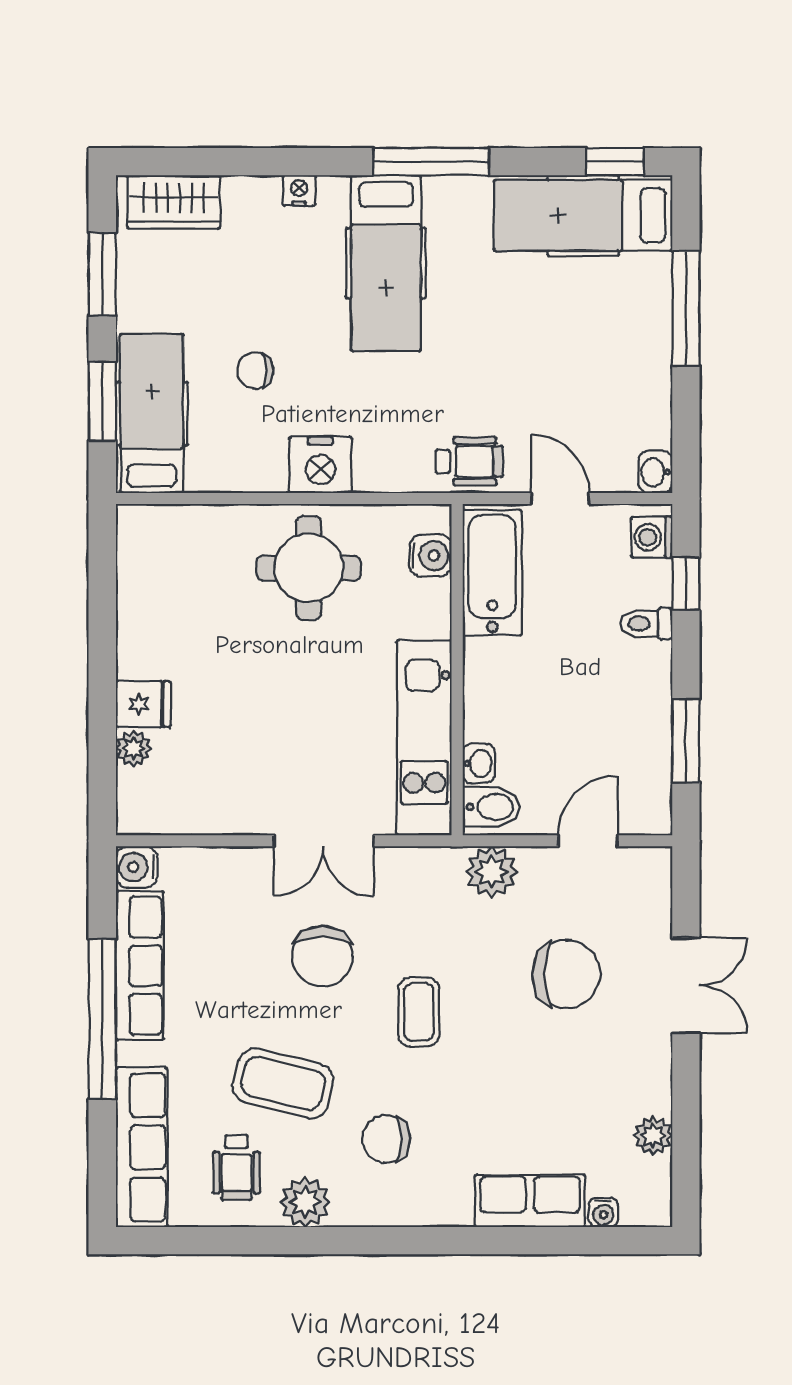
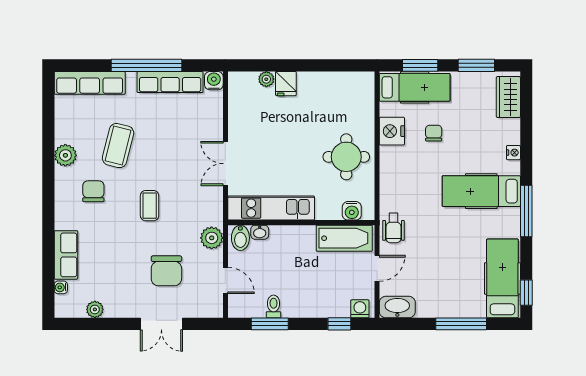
nightstand: (320, 465) -> (392, 131), moved
washbasin: (655, 472) -> (397, 307), width x1.91, depth x1.45
toilet: (646, 623) -> (274, 306), moved
chair: (322, 956) -> (174, 163), removed
coffee table: (419, 1012) -> (150, 206), turned 90
wheelchair: (237, 1168) -> (81, 125), removed

